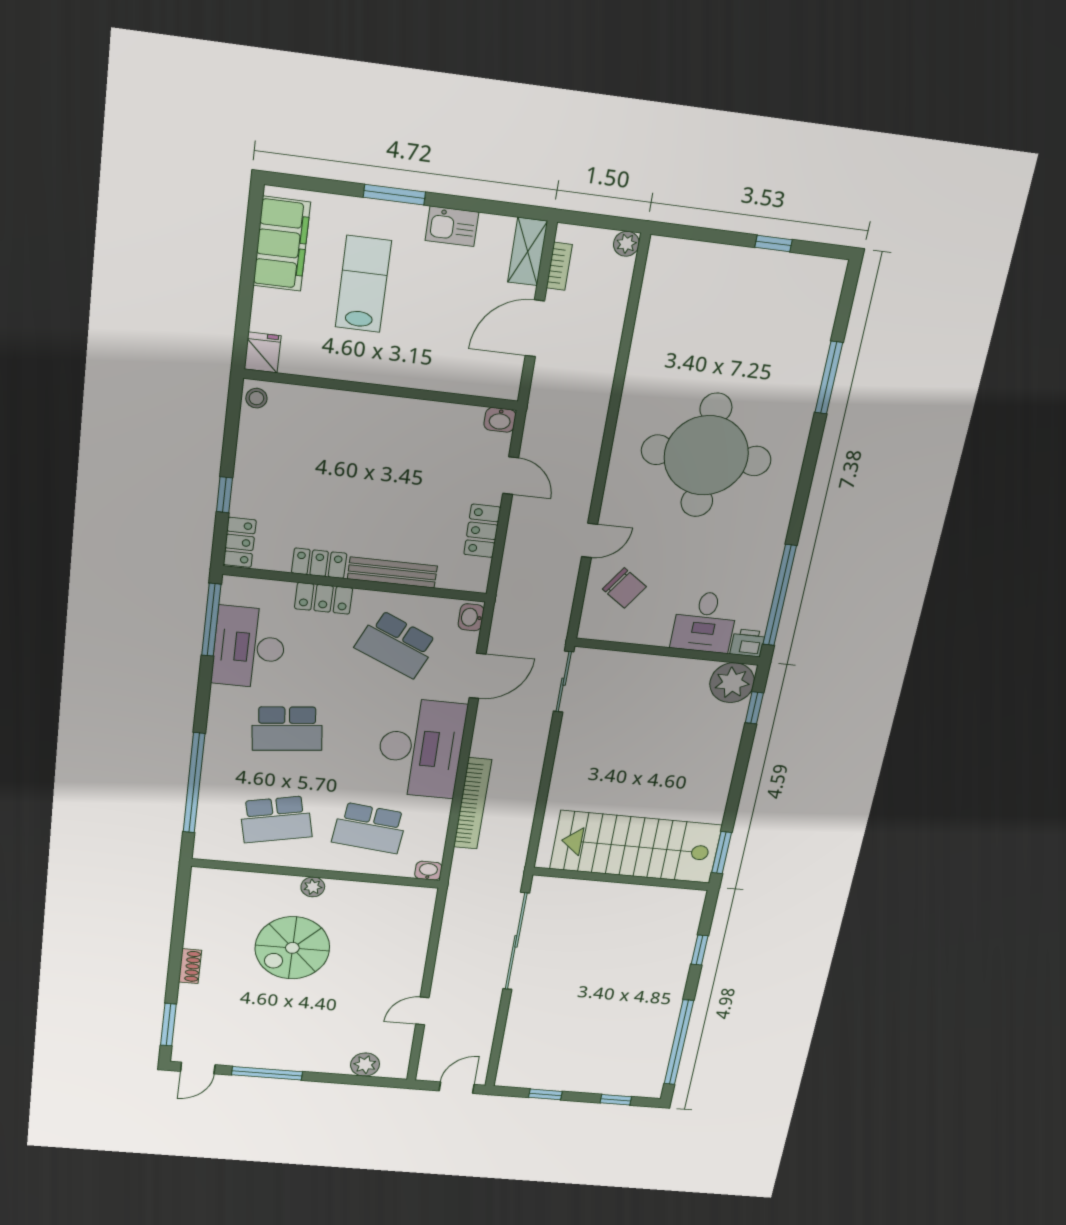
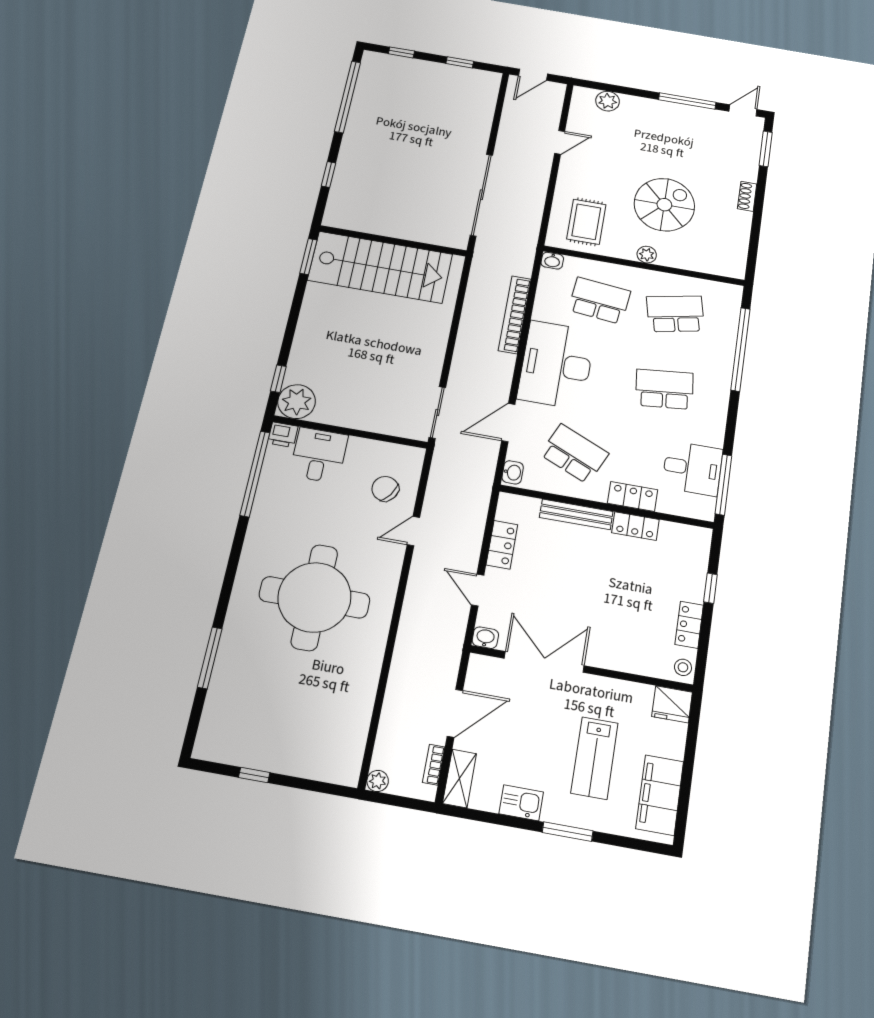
fridge: (263, 352) -> (672, 704), width x1.38
double door: (428, 395) -> (544, 662), added
locker: (240, 542) -> (689, 625), moved
desk: (249, 647) -> (692, 468), width x0.73
rug: (388, 920) -> (586, 222), added

